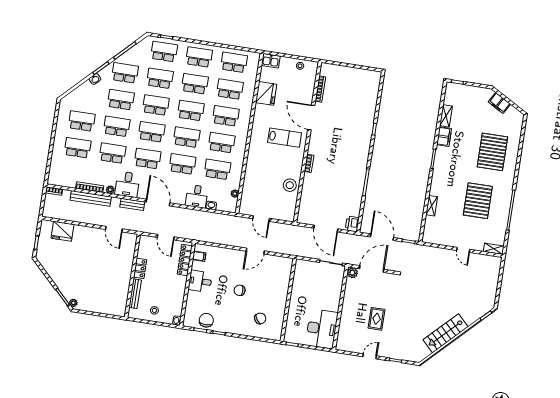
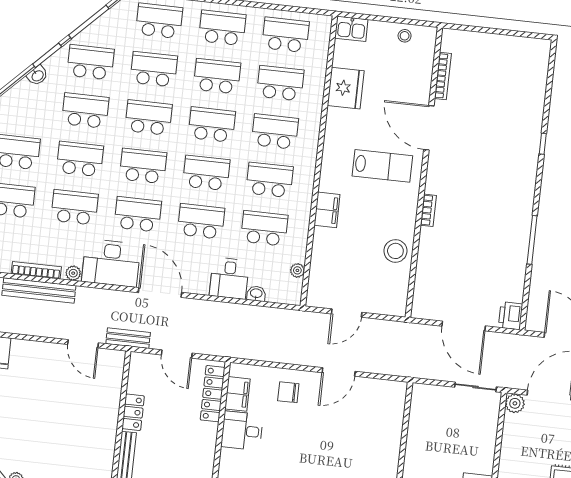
filing cabinet: (253, 161) -> (327, 210), added
desk: (127, 184) -> (111, 263), width x1.37
bench: (132, 204) -> (128, 338), moved
door: (261, 219) -> (347, 313), hinge flipped
filing cabinet: (199, 256) -> (237, 394), width x2.00
chair: (240, 290) -> (288, 392), moved

